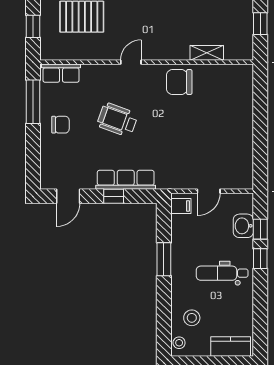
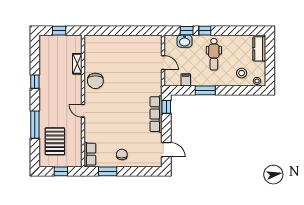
window: (33, 102) -> (108, 171), width x0.69
wheelchair: (117, 120) -> (119, 119), removed
window: (114, 196) -> (166, 107), moved
filing cabinet: (181, 206) -> (186, 80), moved

